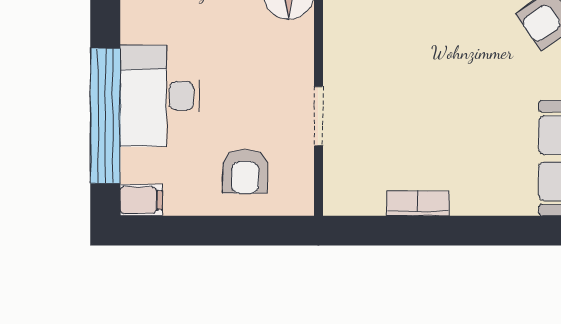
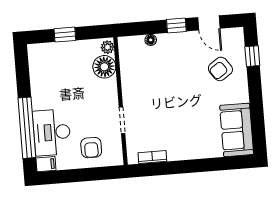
desk: (160, 96) -> (52, 132), moved
bookcase: (418, 204) -> (152, 157), moved

